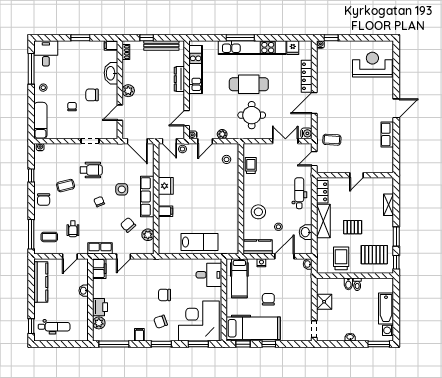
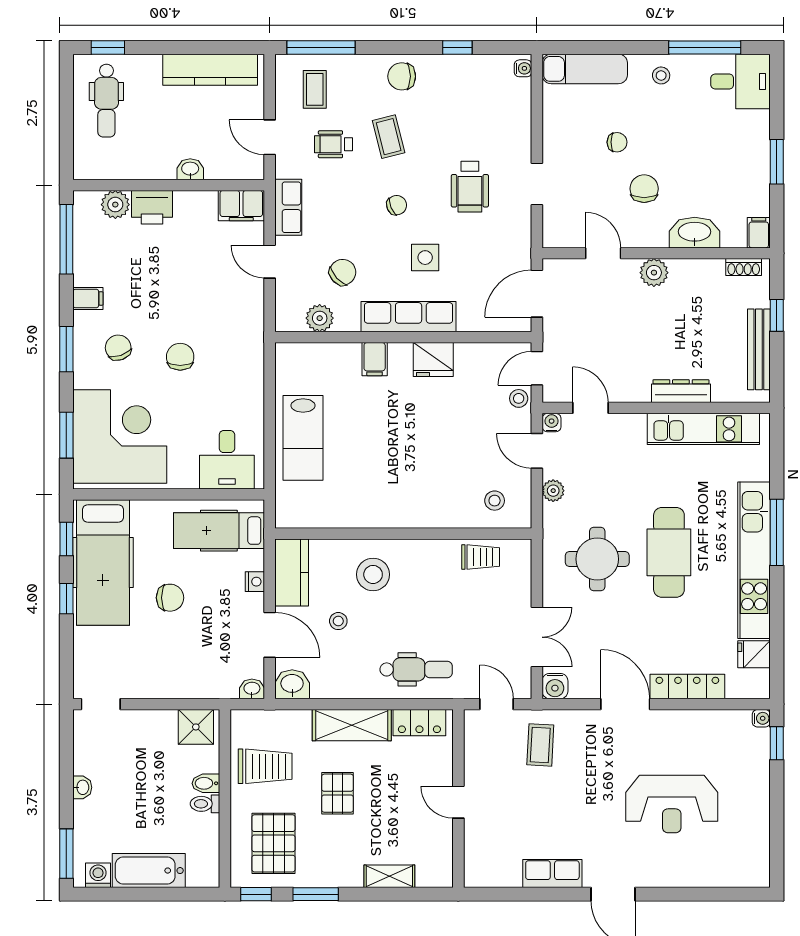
reception desk: (372, 65) -> (672, 804), moved, turned 90
coffee table: (66, 186) -> (389, 137), moved
washbasin: (306, 232) -> (292, 684), moved
shower: (324, 302) -> (196, 727), moved

